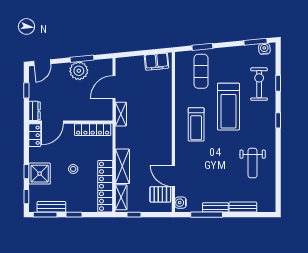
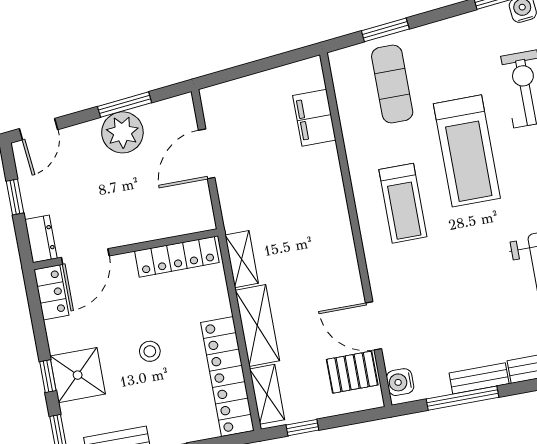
filing cabinet: (157, 62) -> (314, 118), moved, turned 96
shelving: (121, 114) -> (242, 259), moved

